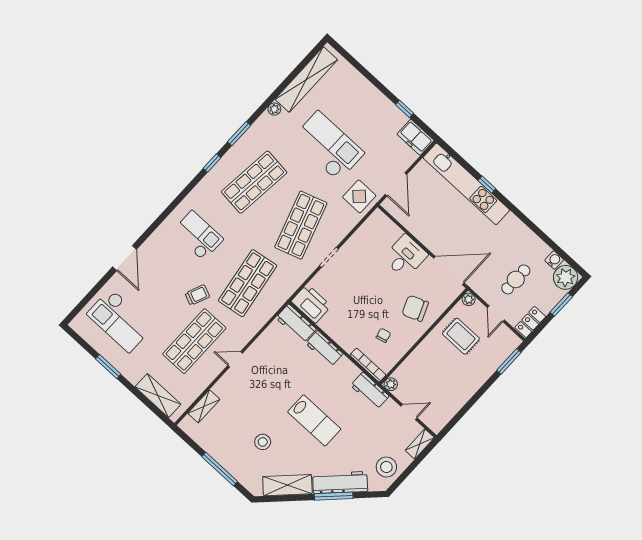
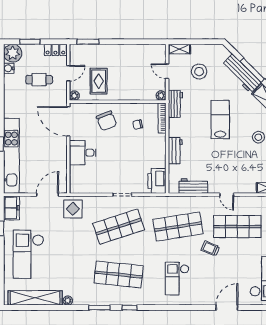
checkout: (328, 146) -> (28, 254), moved
workbench: (296, 324) -> (193, 186), moved, turned -90
stool: (386, 467) -> (199, 72), moved

